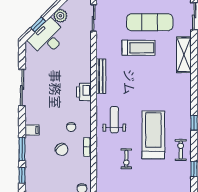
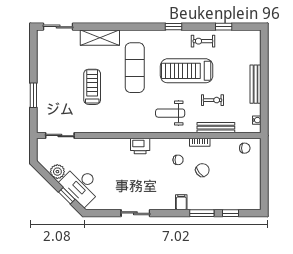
exercise mat: (150, 22) -> (135, 68), moved
bench: (101, 76) -> (216, 128), moved
sliding door: (22, 88) -> (135, 213), width x0.73

